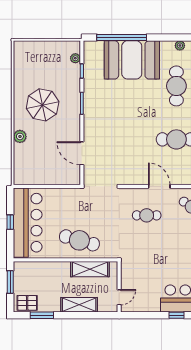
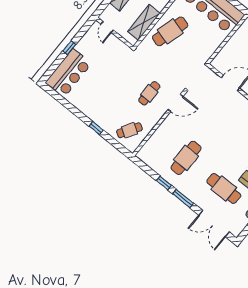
door: (159, 186) -> (176, 103), moved
window: (177, 315) -> (69, 48), moved

